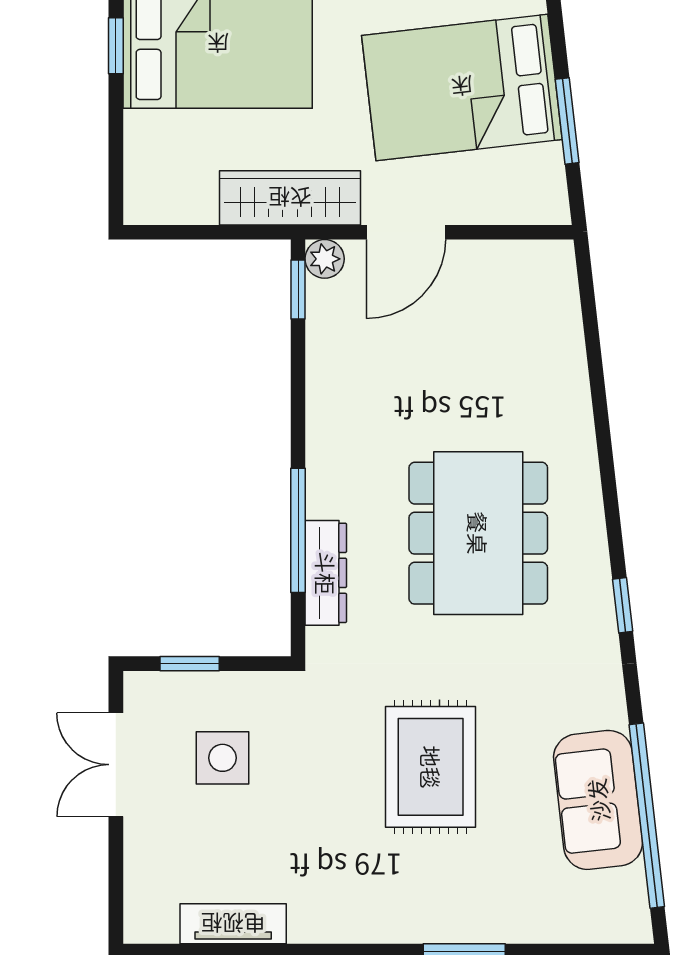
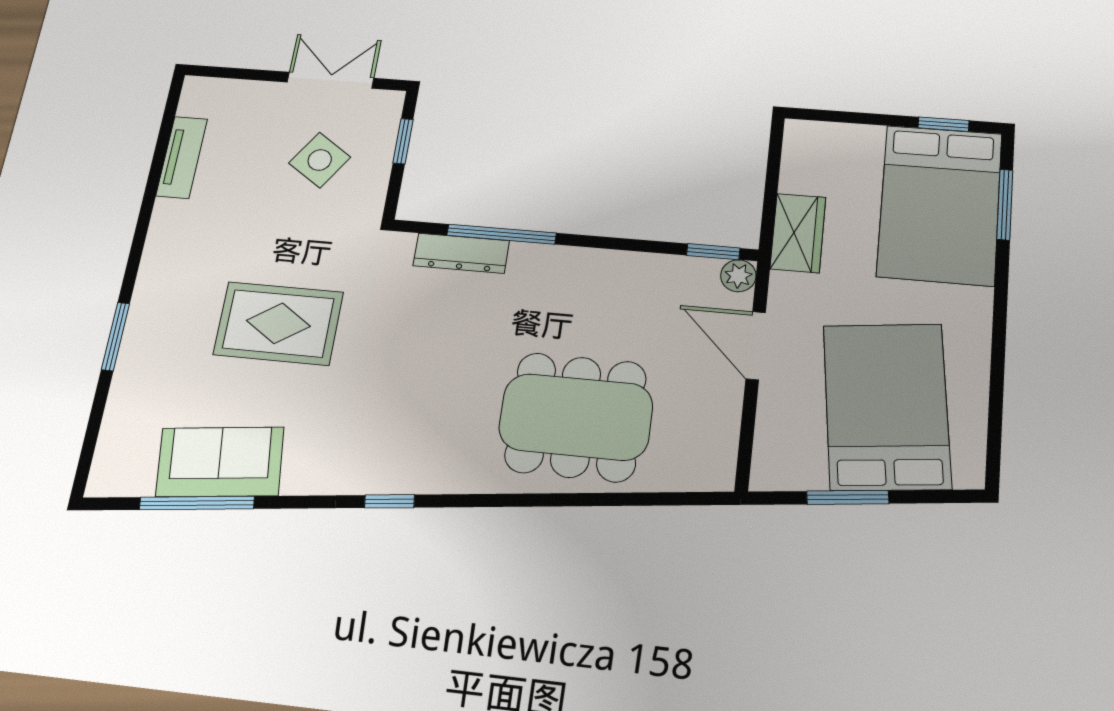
wardrobe: (290, 198) -> (798, 233), width x0.67
dining table: (478, 533) -> (576, 417), moved
side table: (222, 758) -> (320, 160), turned 34
window: (647, 816) -> (197, 503), width x0.68

